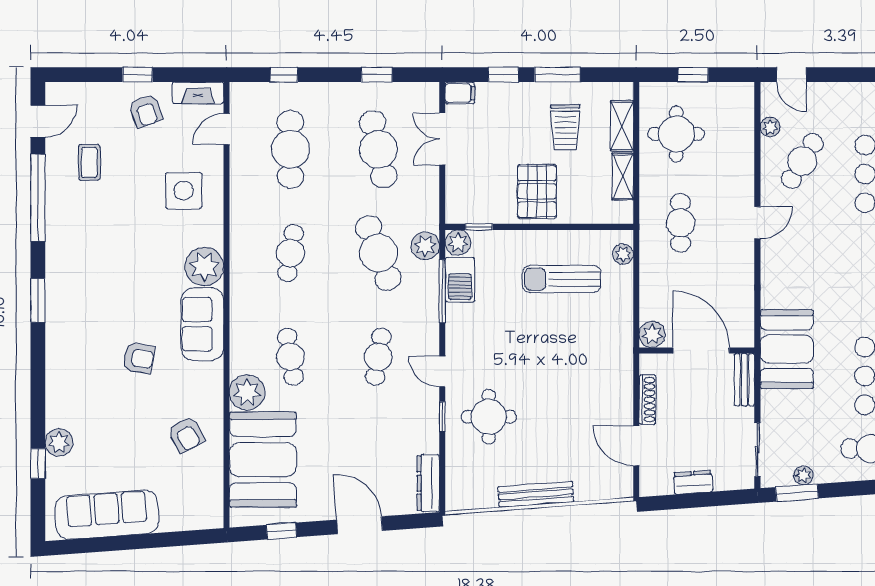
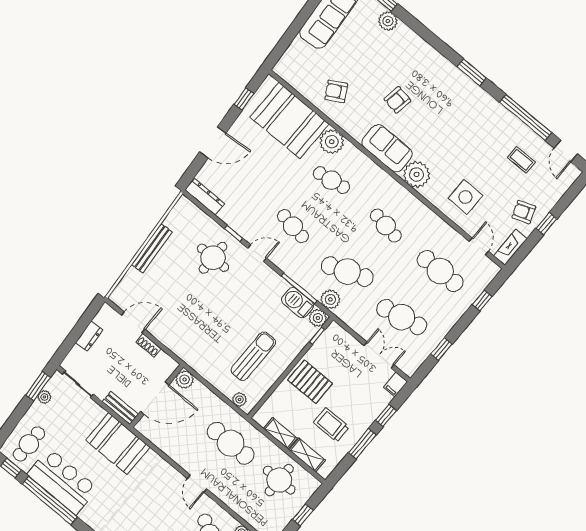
cafe table: (680, 223) -> (231, 443), width x1.37, depth x1.35
shoe rack: (648, 400) -> (149, 345), width x0.70

